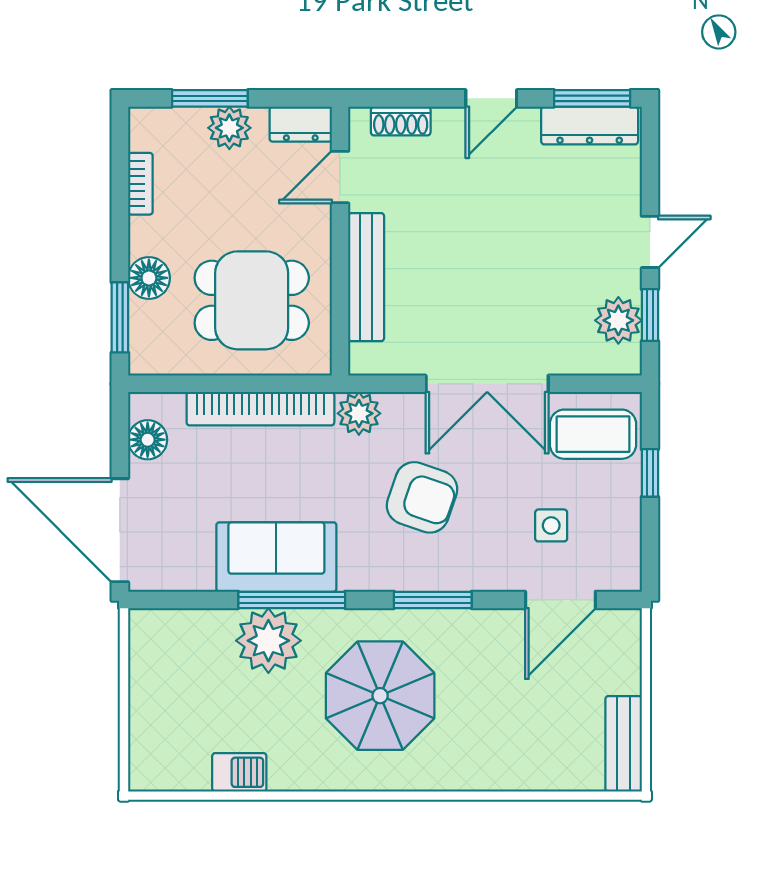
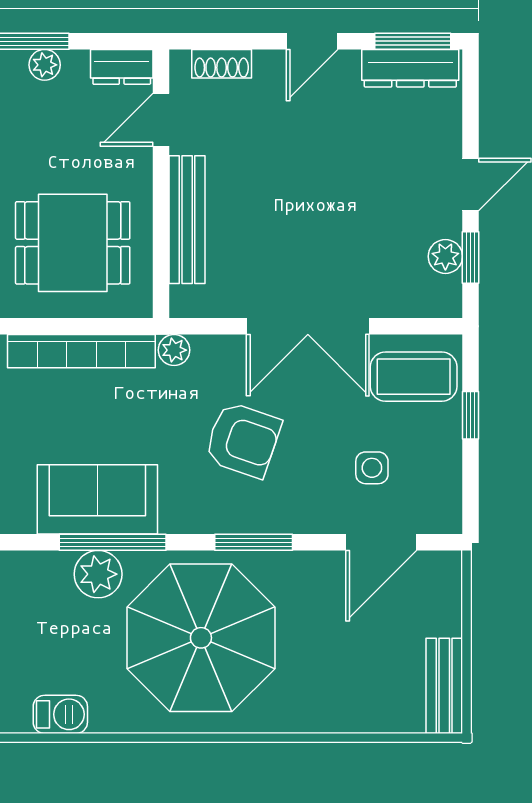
plant: (229, 128) -> (45, 65), width x0.73, depth x0.73
plant: (618, 320) -> (445, 256), width x0.73, depth x0.73
plant: (359, 413) -> (174, 350), width x0.73, depth x0.73
plant: (268, 641) -> (98, 574), width x0.73, depth x0.73
parasol: (380, 696) -> (201, 638), width x1.36, depth x1.36

